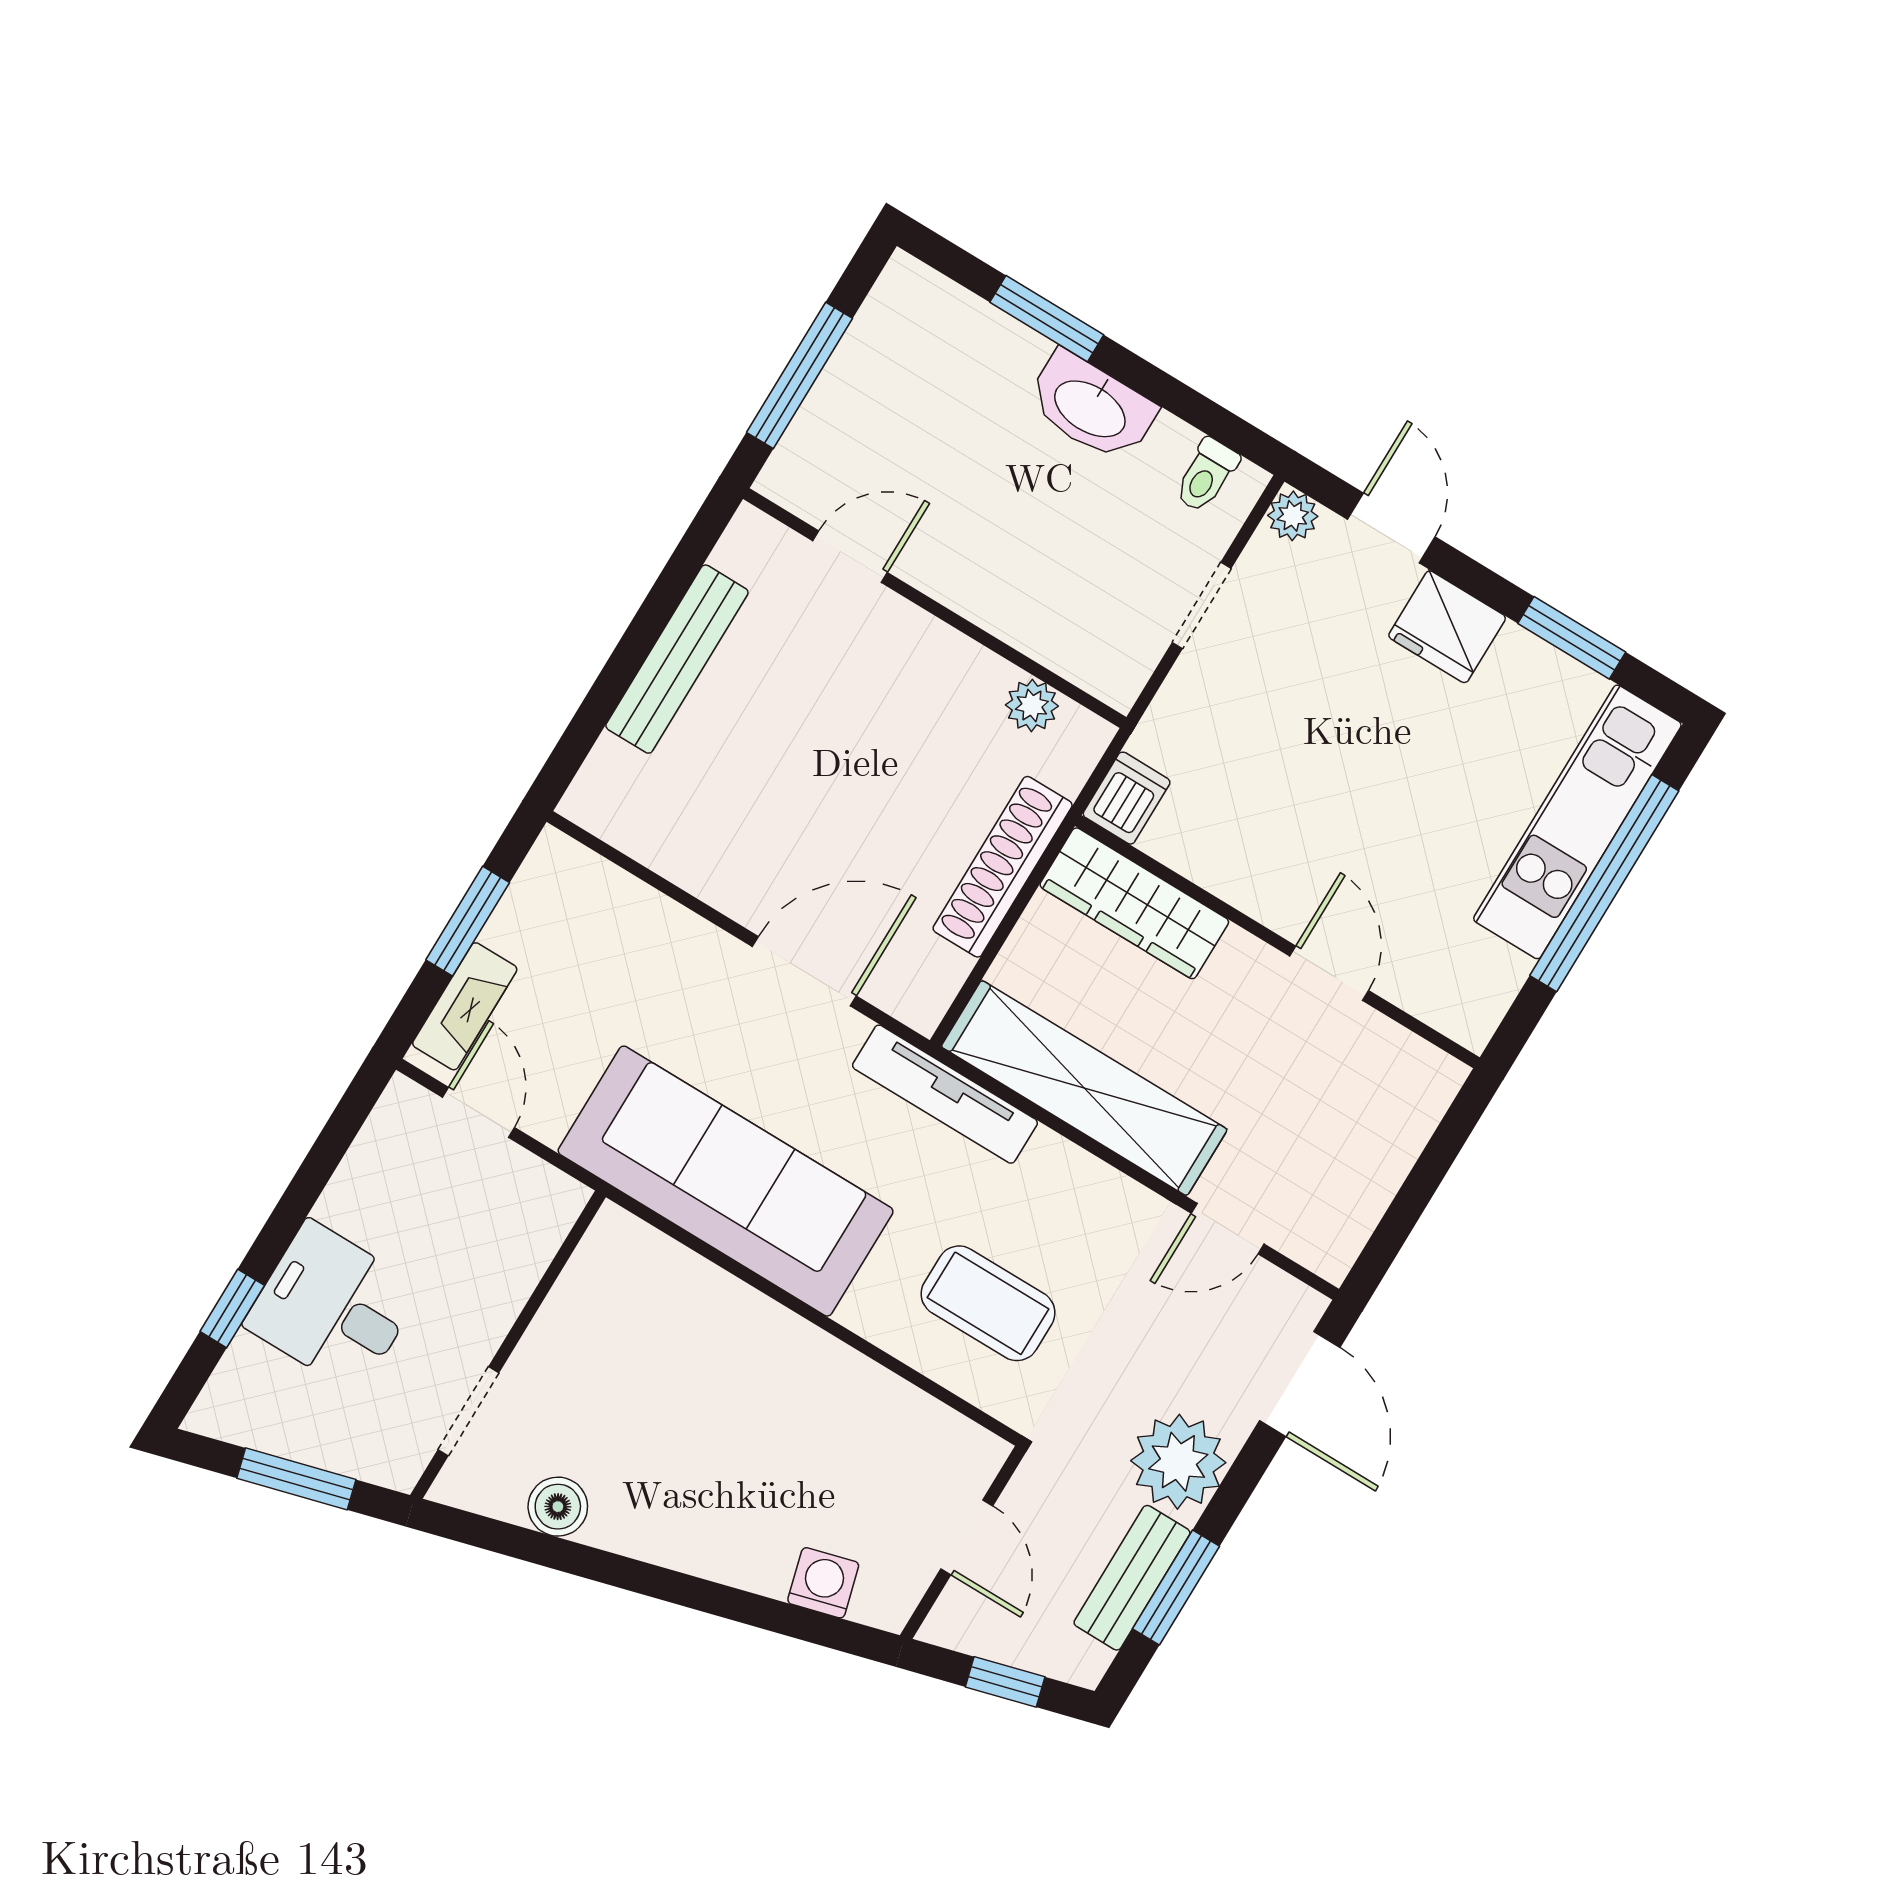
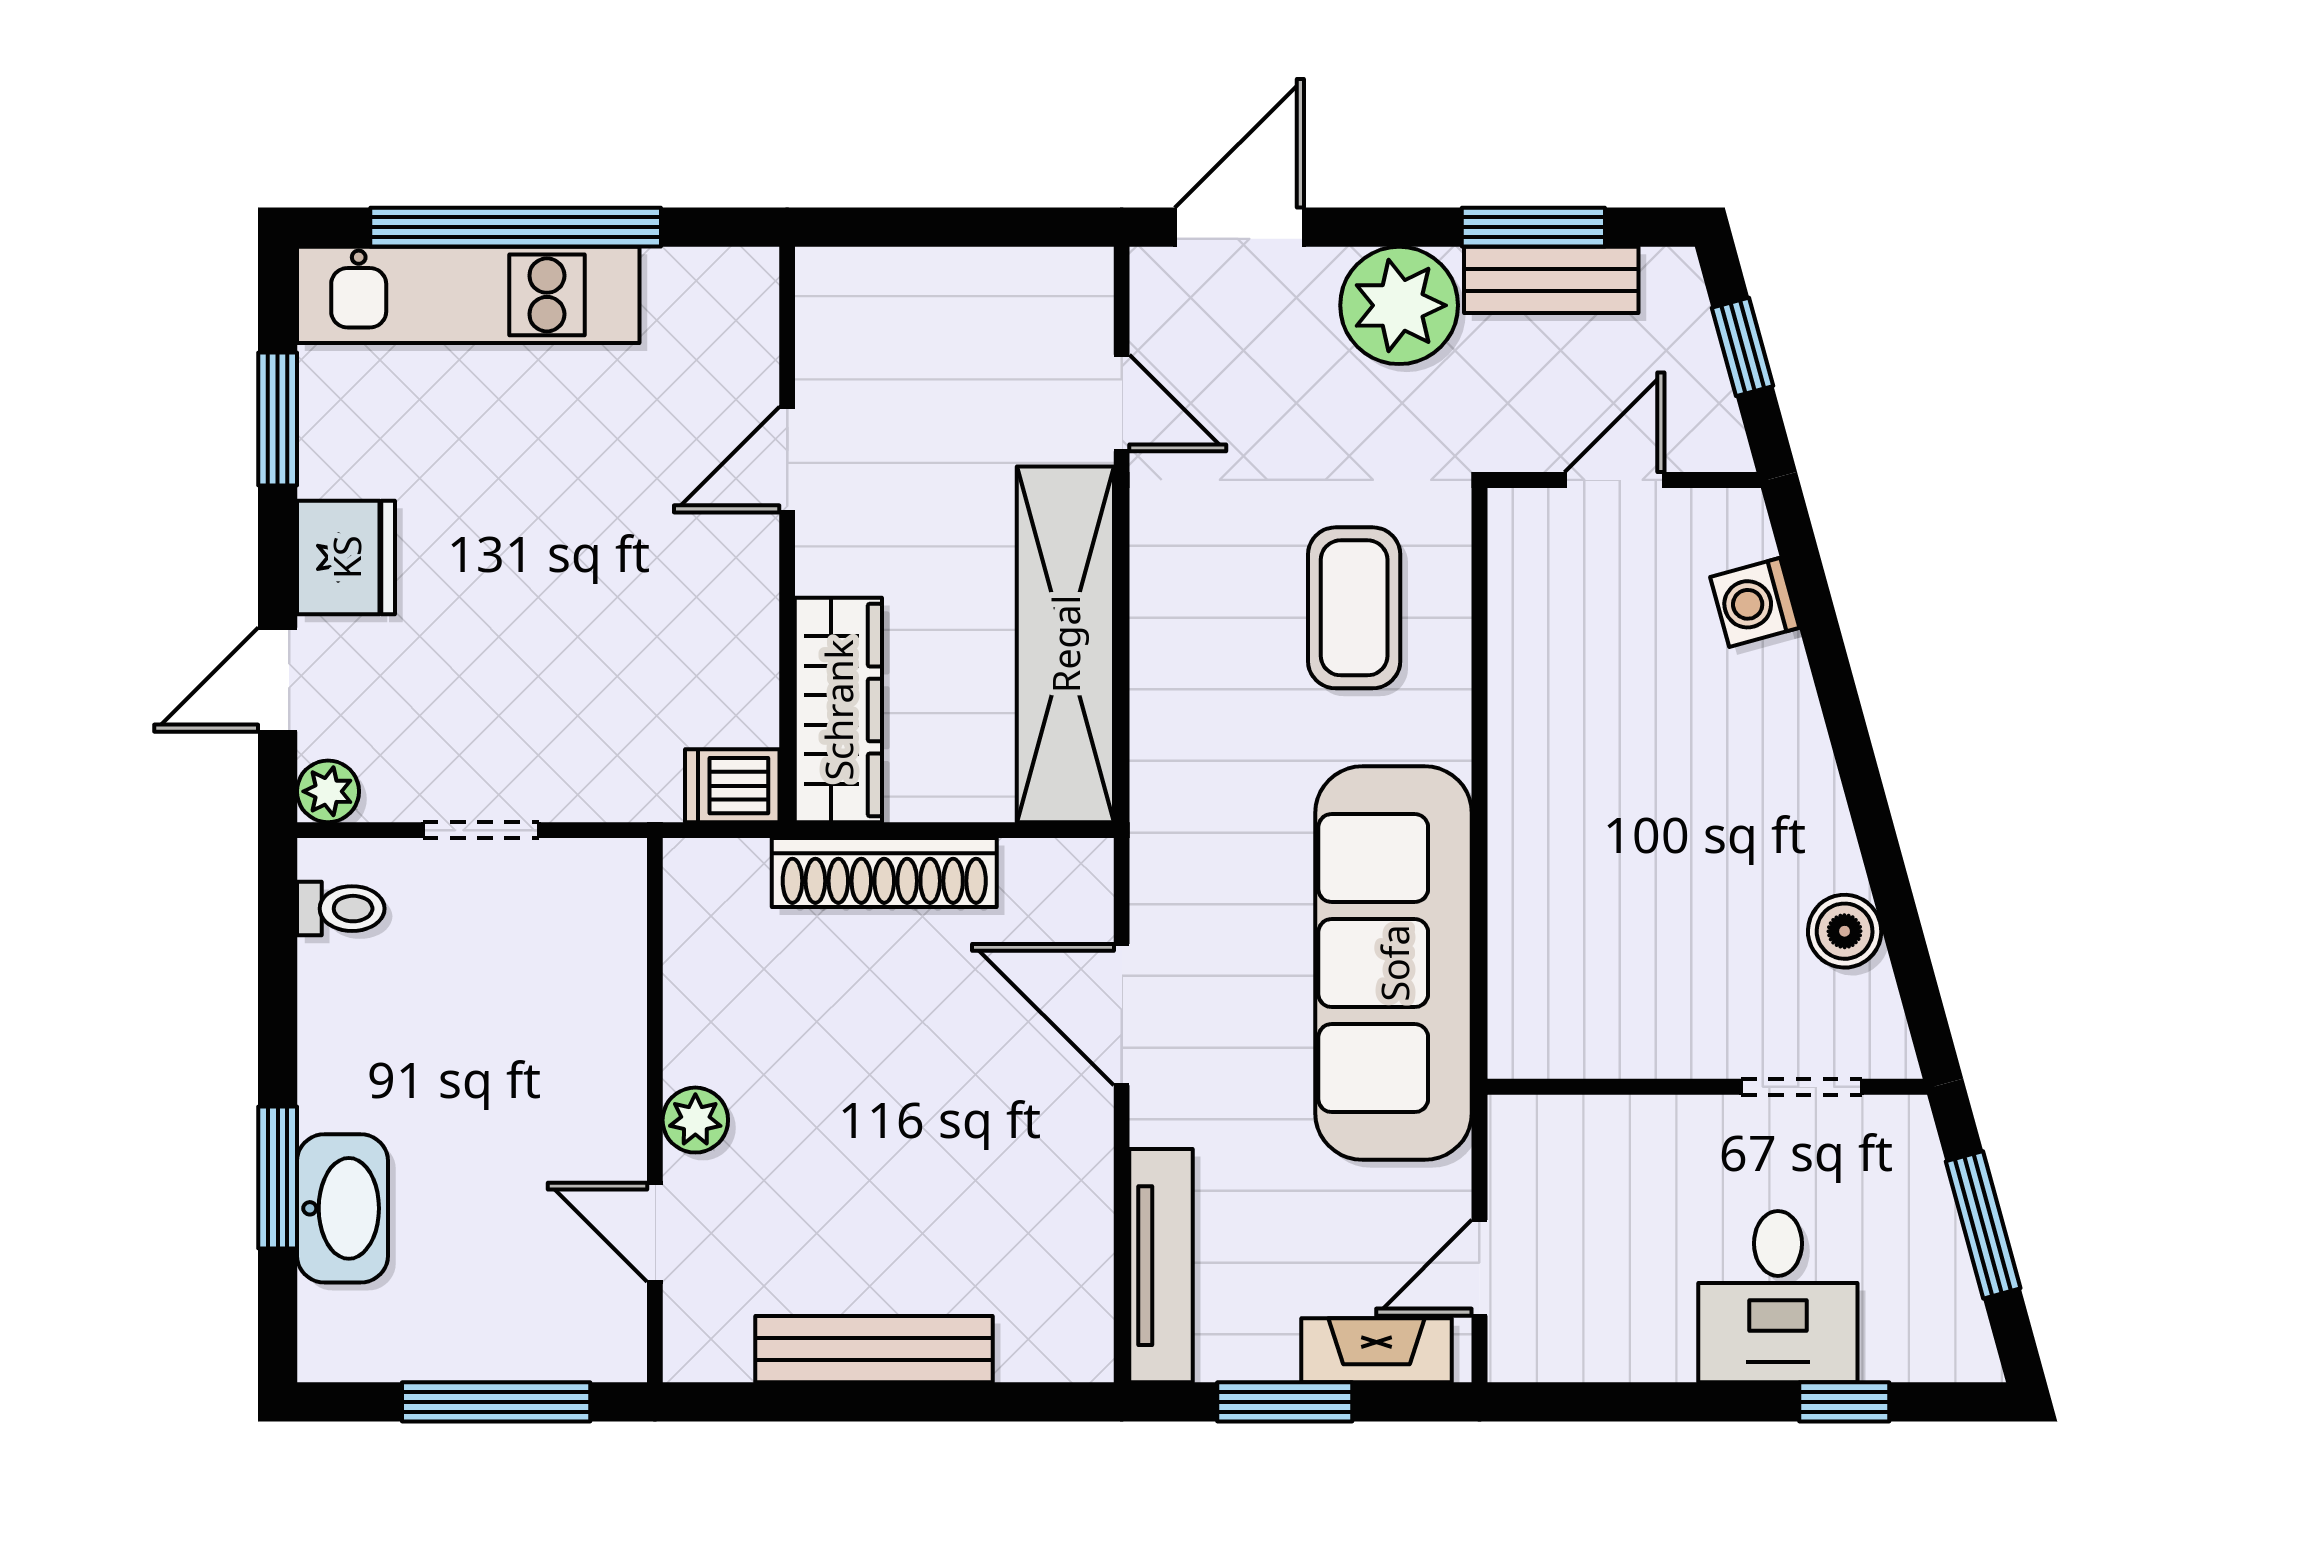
washbasin: (1091, 407) -> (342, 1208), moved
plant: (1032, 705) -> (695, 1120), moved
tv unit: (945, 1094) -> (1161, 1266), moved

